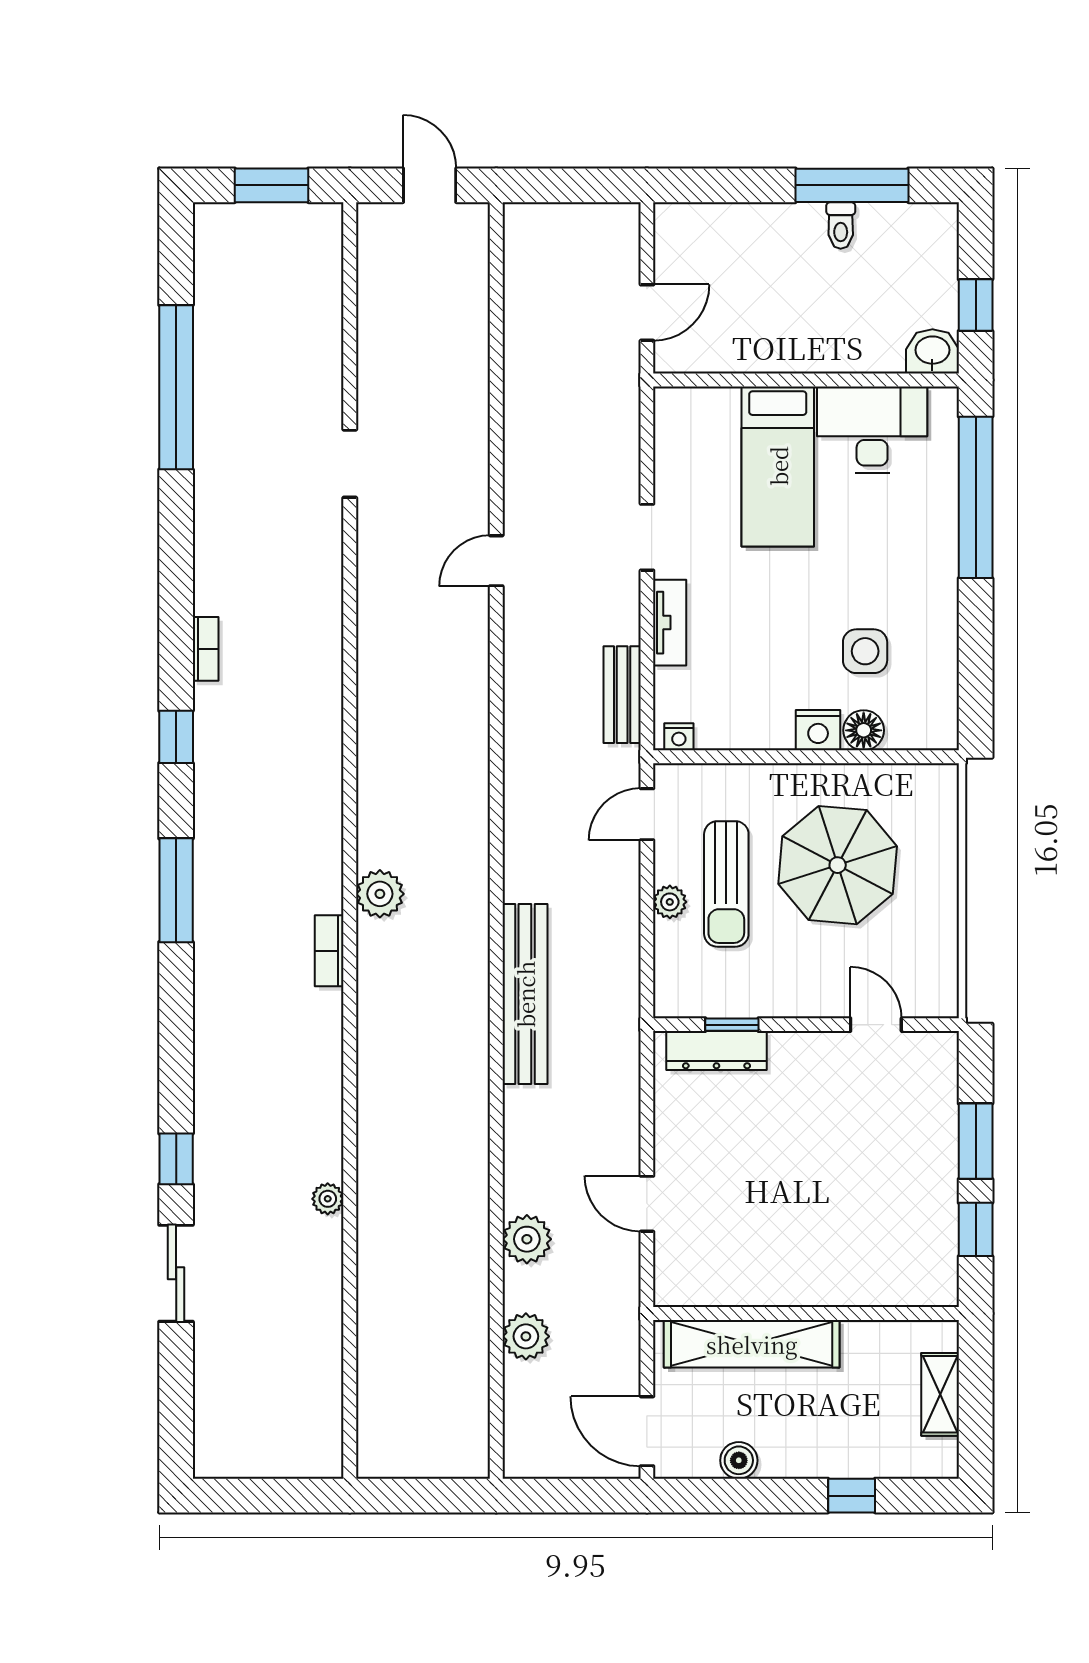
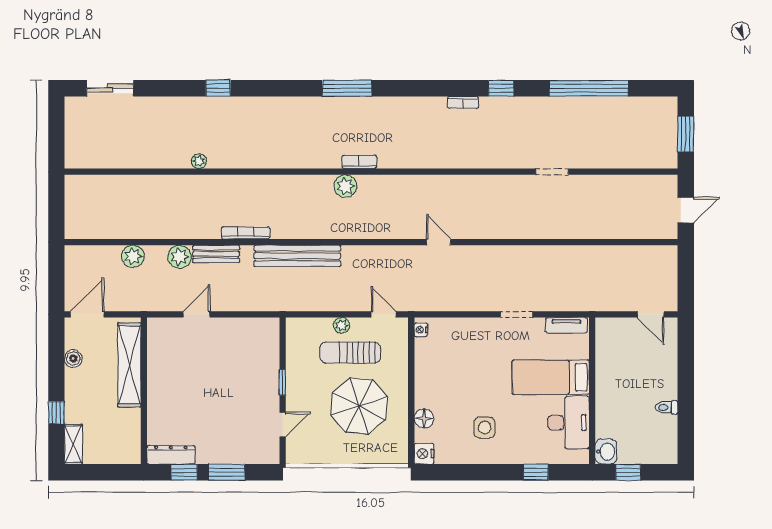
window: (852, 185) -> (686, 413), removed
door: (647, 313) -> (651, 314), moved
window: (976, 497) -> (536, 472), width x0.32
door: (496, 561) -> (439, 242), moved
tv unit: (670, 623) -> (566, 325), moved
side table: (865, 651) -> (485, 427), moved
bench: (622, 695) -> (216, 254), moved
nightstand: (818, 730) -> (424, 454), moved
window: (176, 737) -> (501, 88), moved
bookcase: (329, 951) -> (359, 162), moved
window: (732, 1025) -> (283, 382), moved
dresser: (716, 1051) -> (171, 455), moved, turned 90
bookcase: (477, 1101) -> (246, 233), added
sliding door: (176, 1273) -> (110, 88), moved
shelving: (940, 1394) -> (73, 444), moved, turned 90

